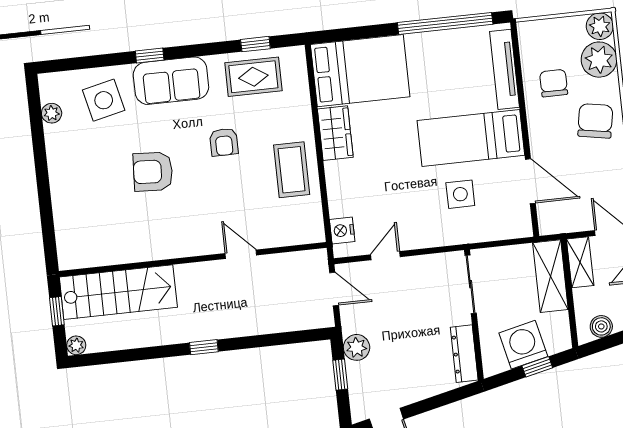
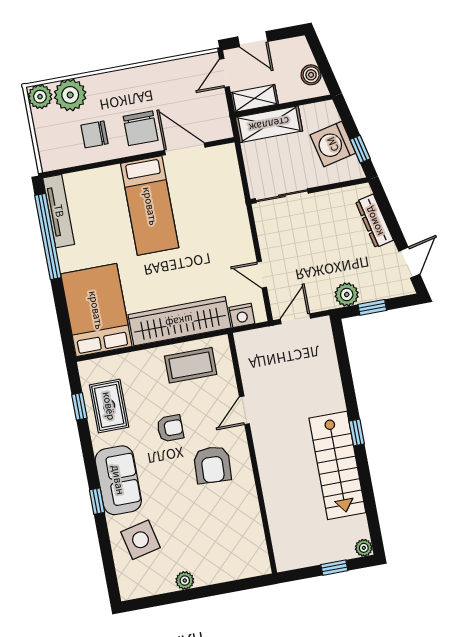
tv unit: (505, 69) -> (59, 211), moved, turned -90
plant: (52, 113) -> (185, 581), moved
chair: (595, 121) -> (141, 128), moved, turned -100
wardrobe: (335, 133) -> (179, 321), width x2.10, depth x1.17
armchair: (153, 172) -> (212, 465), moved
door: (530, 181) -> (185, 149), hinge flipped
side table: (460, 194) -> (201, 211), removed
door: (241, 254) -> (244, 410), moved
wall: (193, 259) -> (252, 453), moved
stairs: (118, 292) -> (337, 465), moved, turned 180
dresser: (464, 354) -> (374, 221), moved, turned 77
window: (537, 367) -> (360, 149), moved

